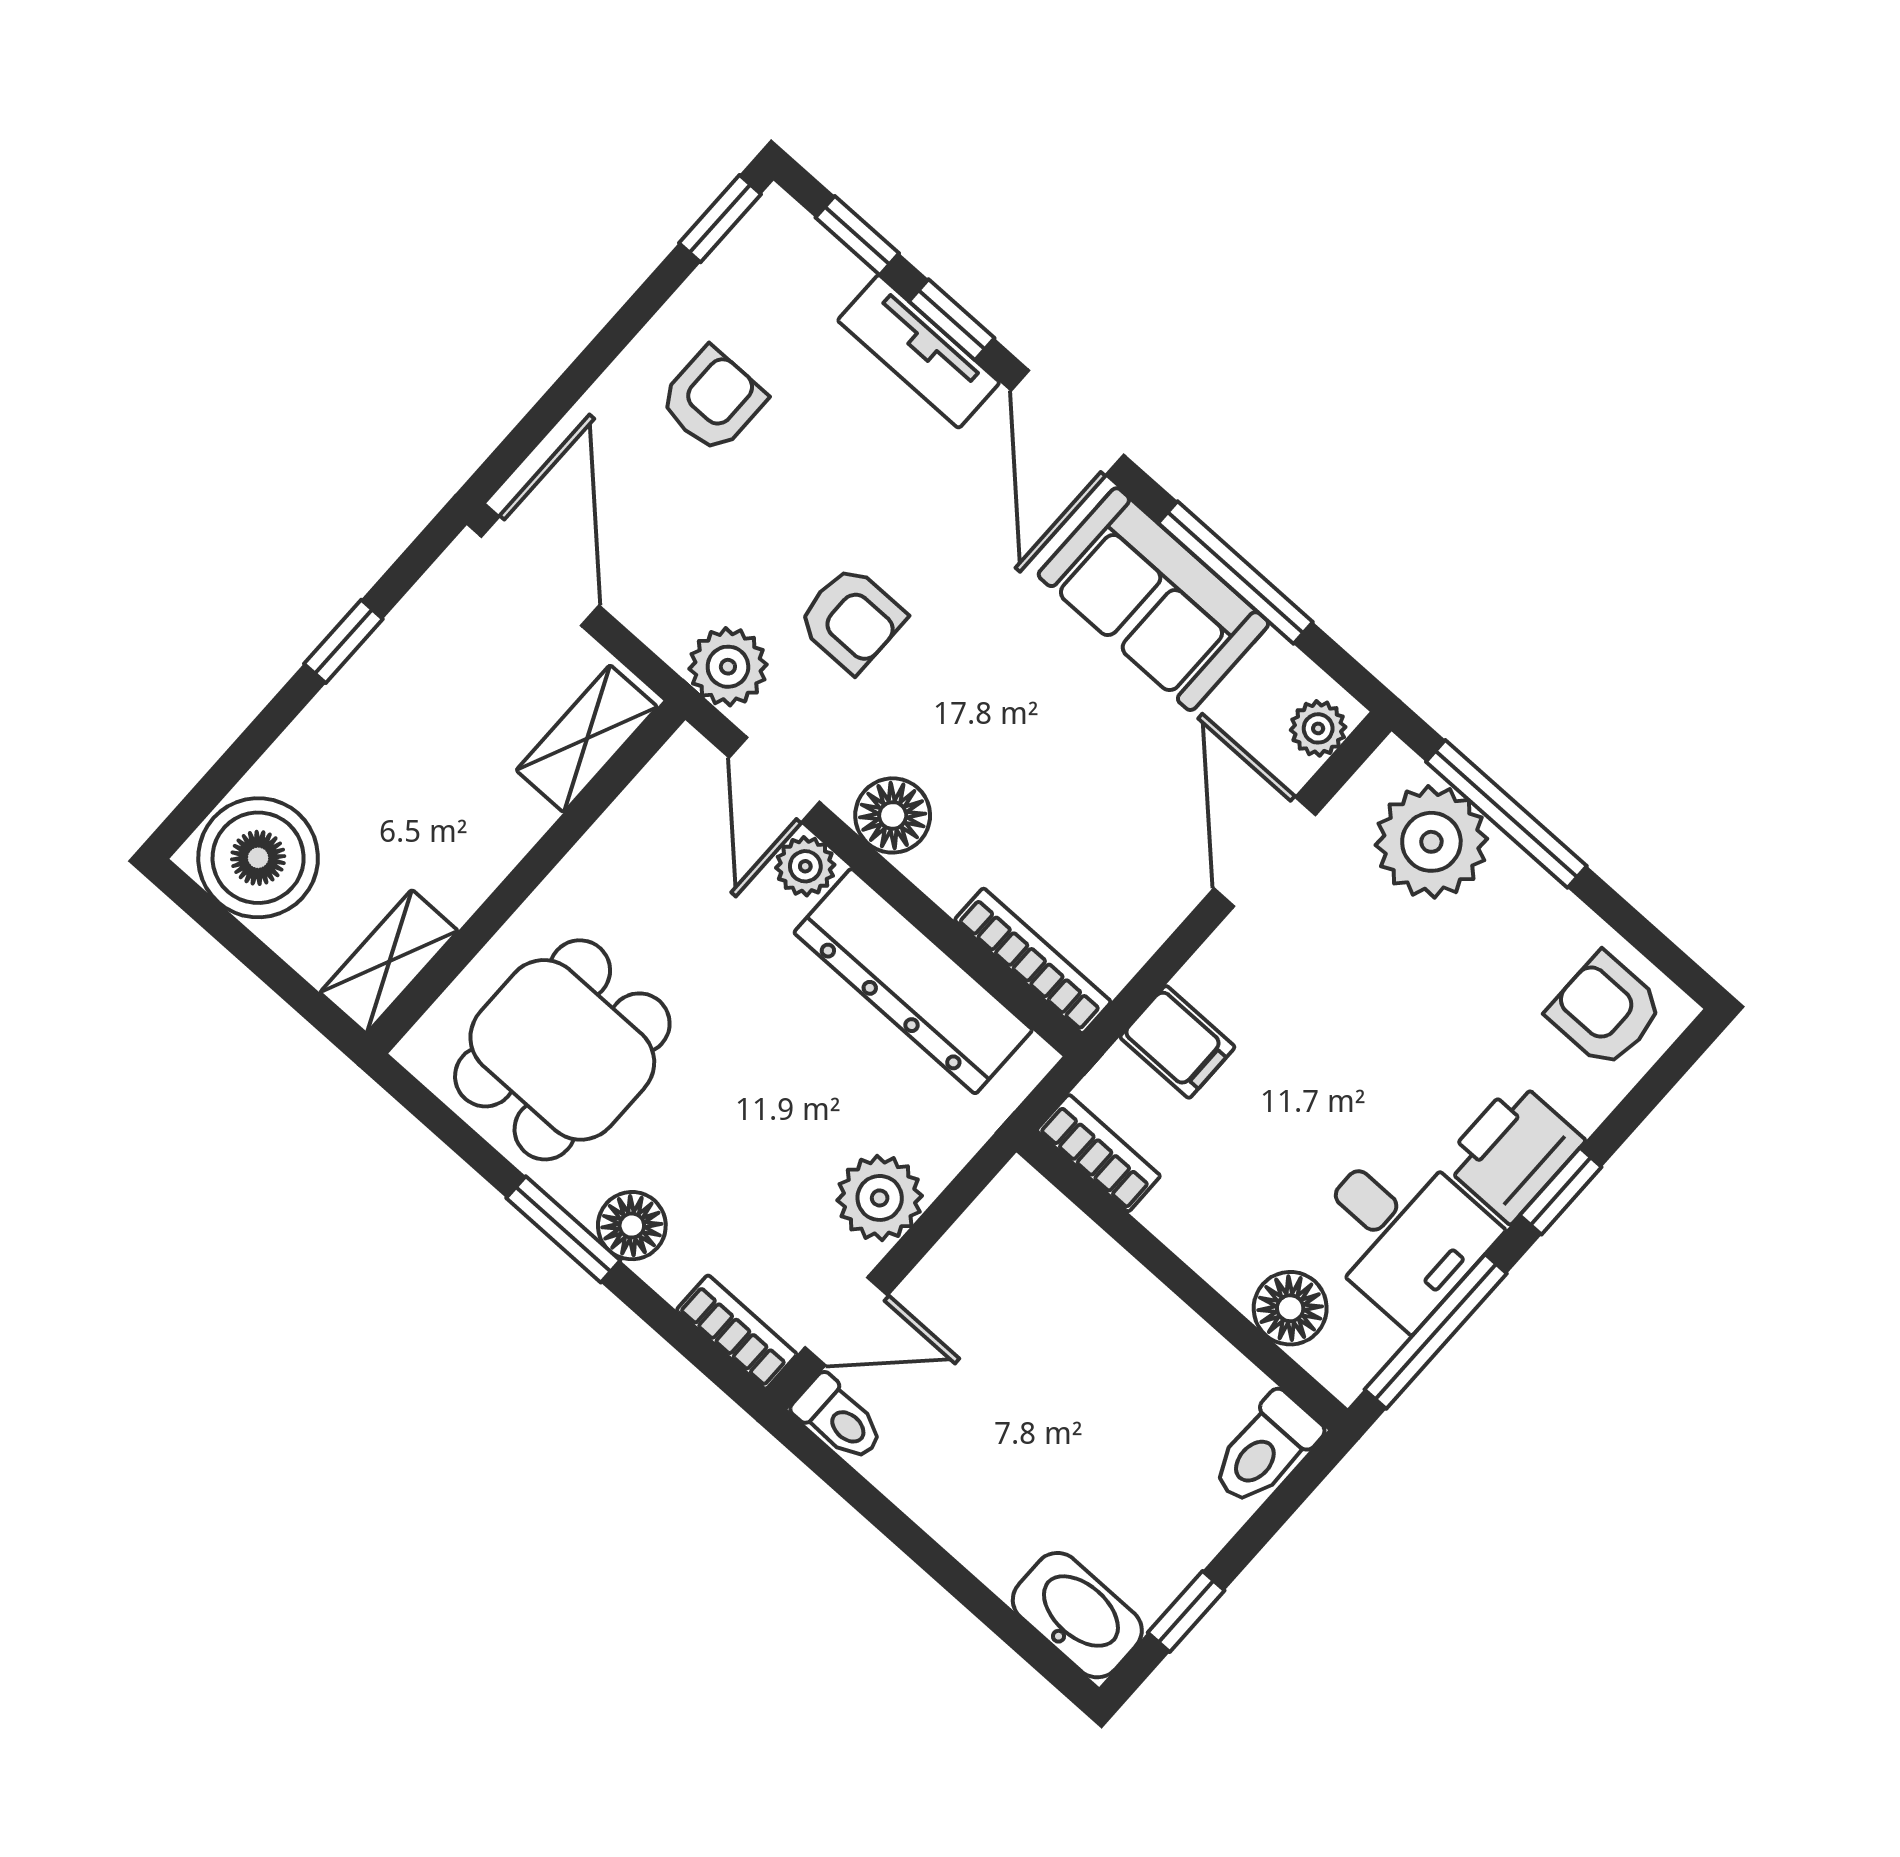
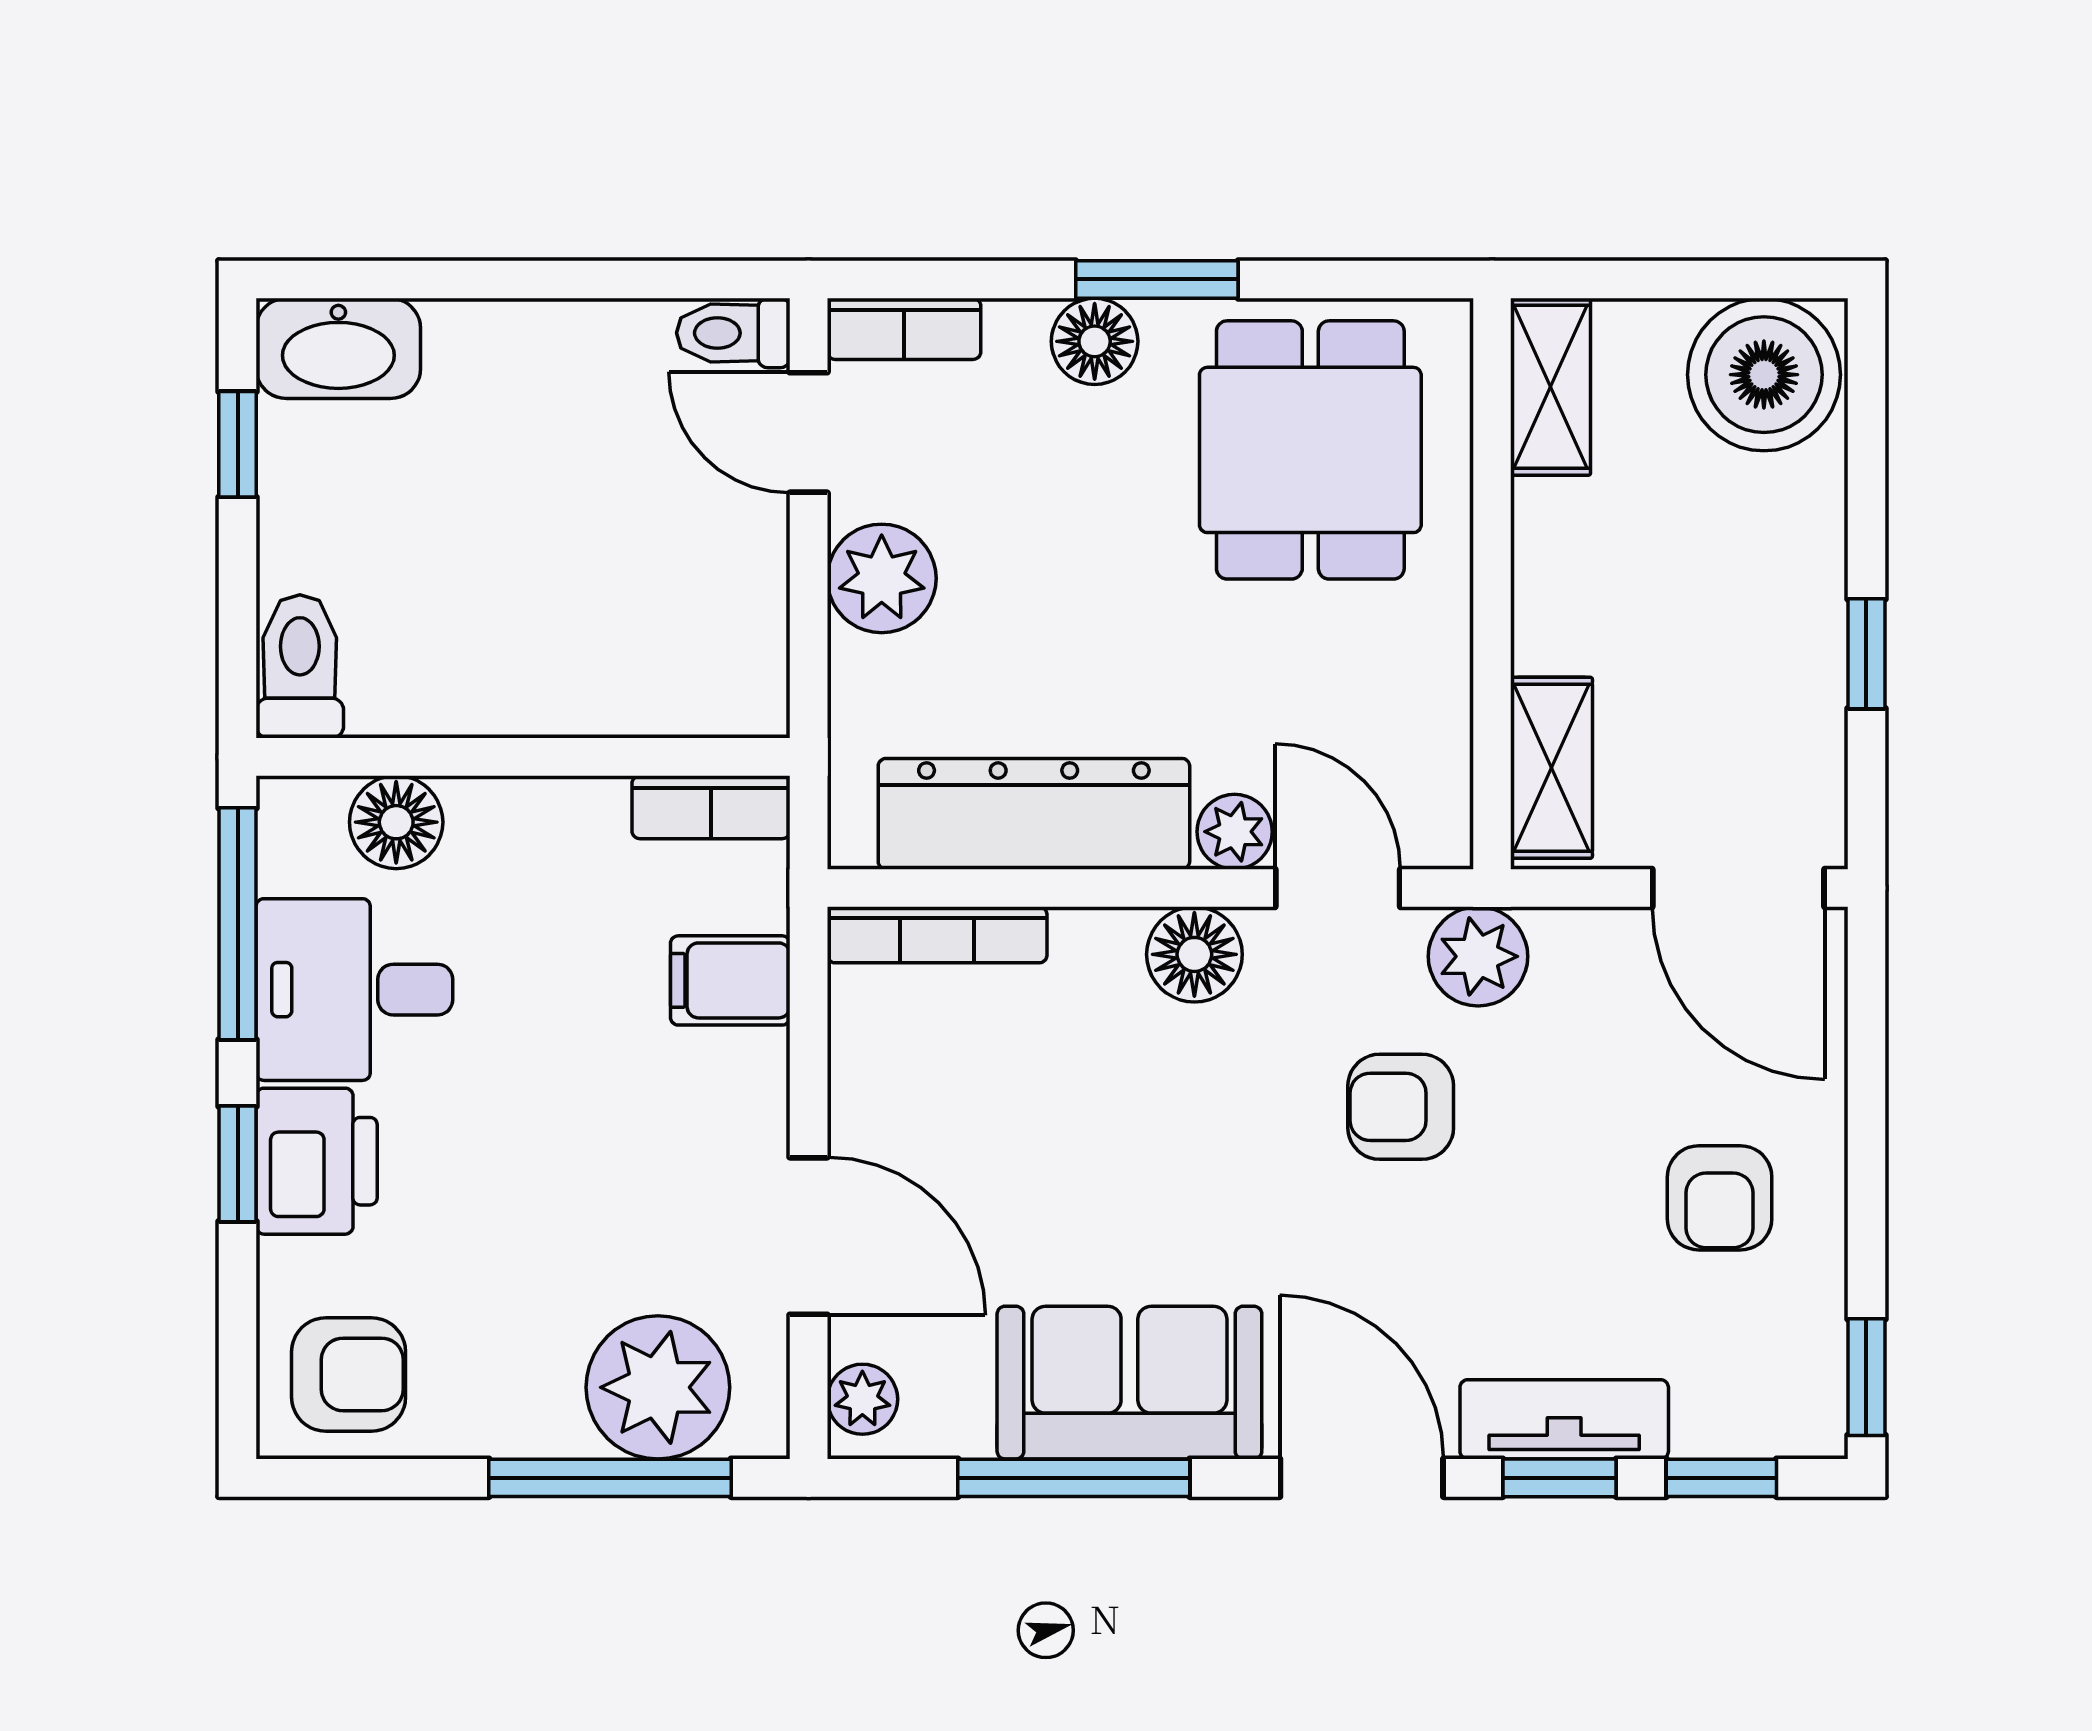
door: (846, 1321) -> (809, 432), hinge flipped

